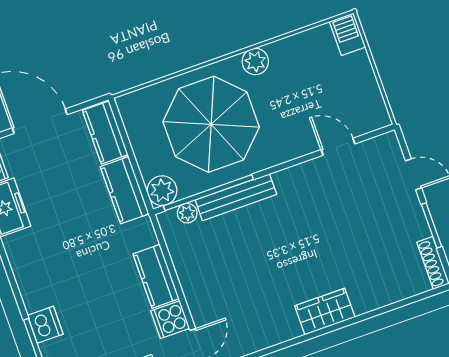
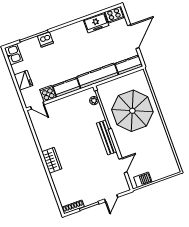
barbecue: (347, 34) -> (143, 180), moved
plant: (255, 61) -> (160, 130), removed
kitchen counter: (125, 190) -> (98, 76), width x1.50
plant: (162, 191) -> (104, 90), removed
bench: (236, 197) -> (107, 137), moved

